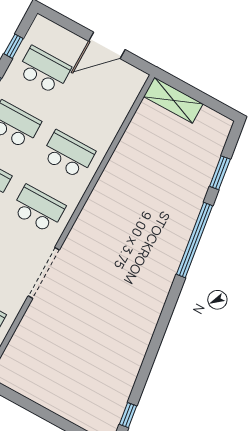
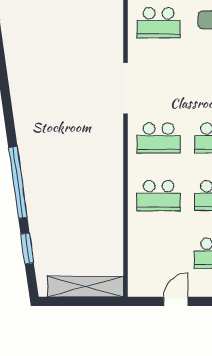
door: (107, 45) -> (176, 301), width x0.73
shelving: (173, 100) -> (85, 287), width x1.47

